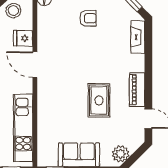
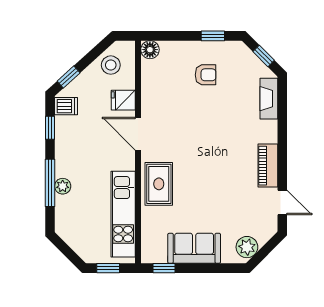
rug: (99, 100) -> (159, 184), moved

